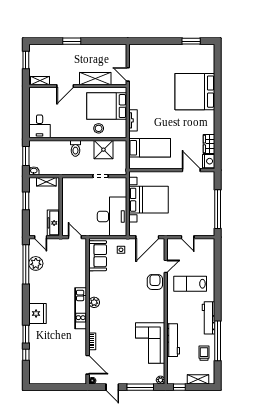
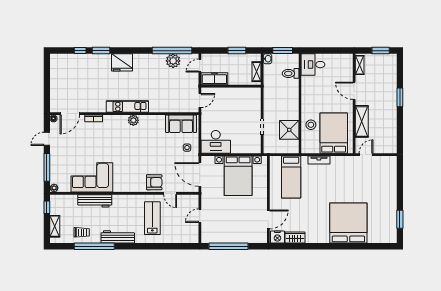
toilet: (75, 148) -> (291, 73), moved
desk: (112, 216) -> (216, 142), width x0.73, depth x0.77

